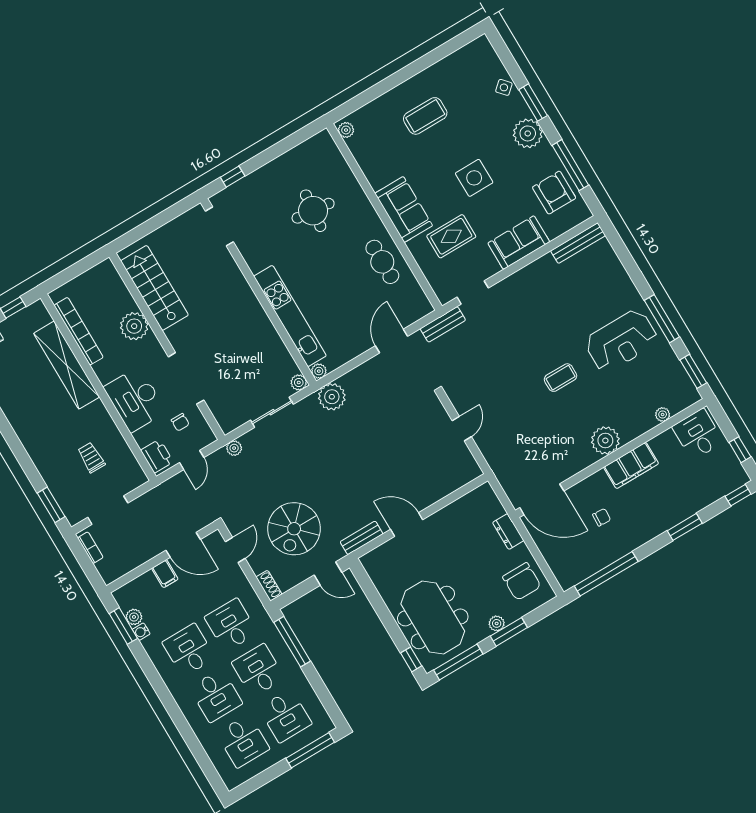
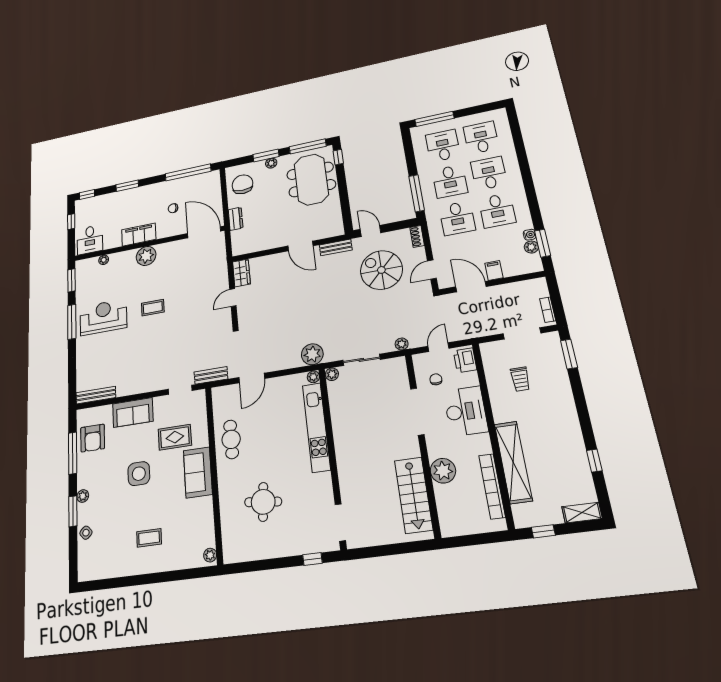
coffee table: (425, 116) -> (149, 538), width x0.73, depth x0.77
plant: (528, 133) -> (83, 496), width x0.53, depth x0.53
wardrobe: (466, 464) -> (241, 273), added
spiral stairs: (294, 529) -> (381, 270), turned -90

